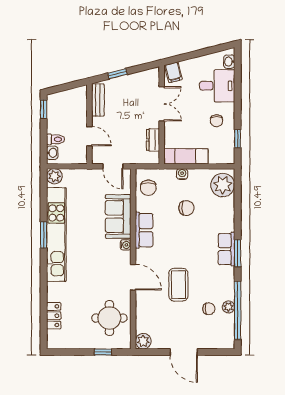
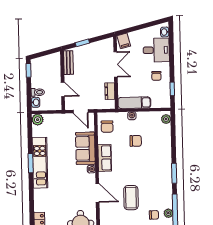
plant: (223, 185) -> (166, 119), width x0.53, depth x0.53
kitchen unit: (56, 235) -> (40, 163), width x0.73
row of seats: (226, 249) -> (166, 171), removed

